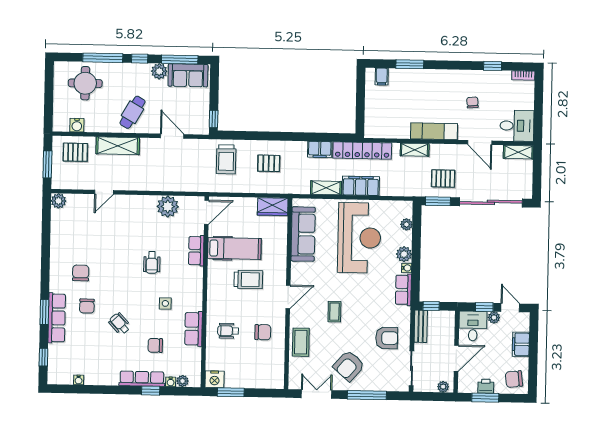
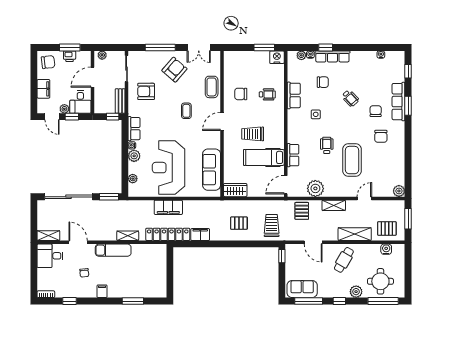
window: (103, 58) -> (383, 301), moved
plant: (159, 71) -> (356, 292), moved
filing cabinet: (382, 76) -> (102, 291), moved
pallet: (443, 178) -> (302, 211), moved, turned 90
shelving: (326, 188) -> (334, 205), moved
coffee table: (119, 243) -> (352, 160), added

